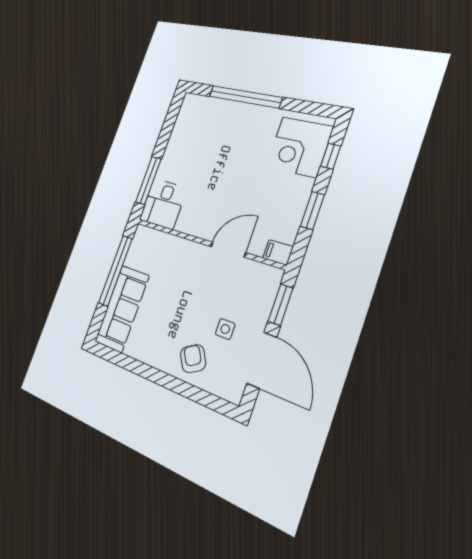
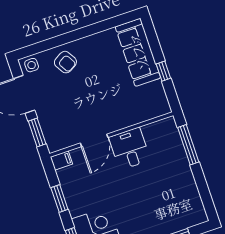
desk: (163, 204) -> (130, 149), moved
window: (115, 271) -> (163, 71), width x0.32
side table: (225, 329) -> (32, 65), moved

